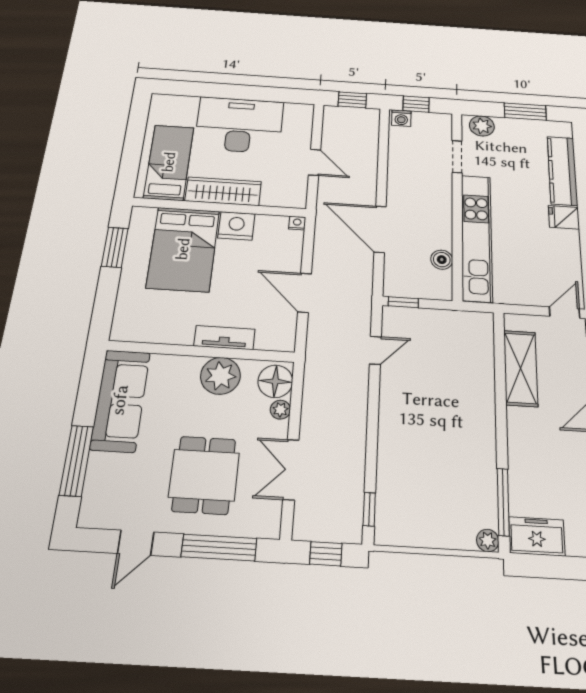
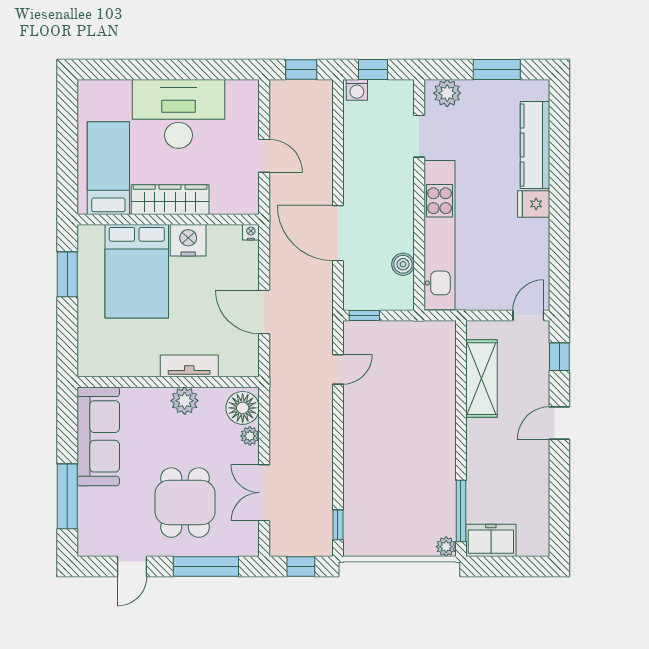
plant: (220, 376) -> (185, 401), width x0.73, depth x0.73

